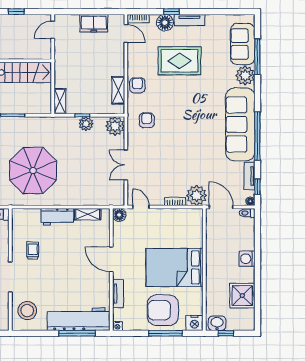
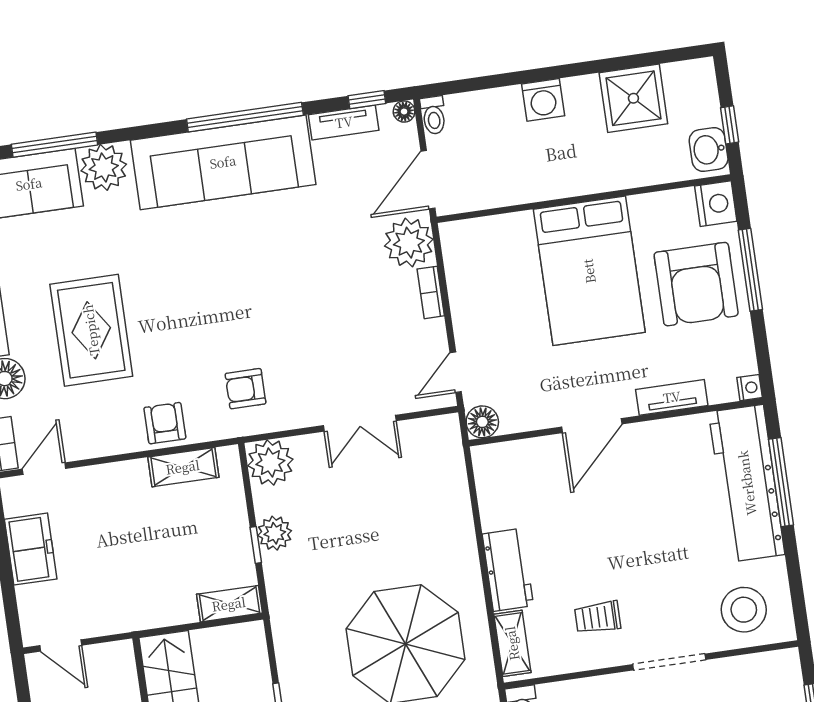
armchair: (137, 85) -> (165, 423), turned 90
shelving: (88, 214) -> (512, 643), moved

